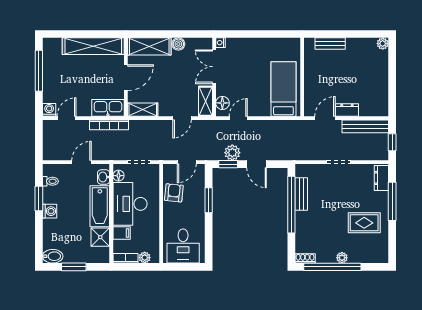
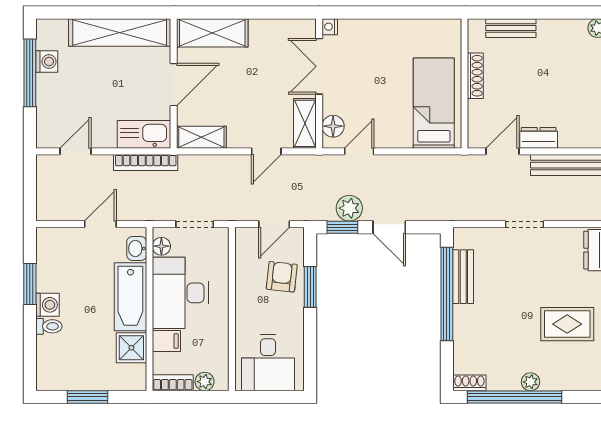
boiler: (178, 44) -> (260, 29), removed
shoe rack: (309, 72) -> (475, 76), added
washing machine: (49, 110) -> (47, 62), moved, turned 90
toilet: (50, 181) -> (49, 326), moved
armchair: (174, 193) -> (282, 277), moved
bidet: (53, 256) -> (53, 379), removed

